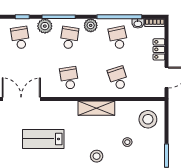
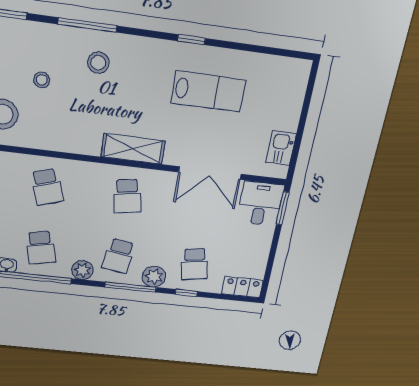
shelving: (96, 108) -> (133, 149), moved
lab bench: (43, 139) -> (208, 92), moved

